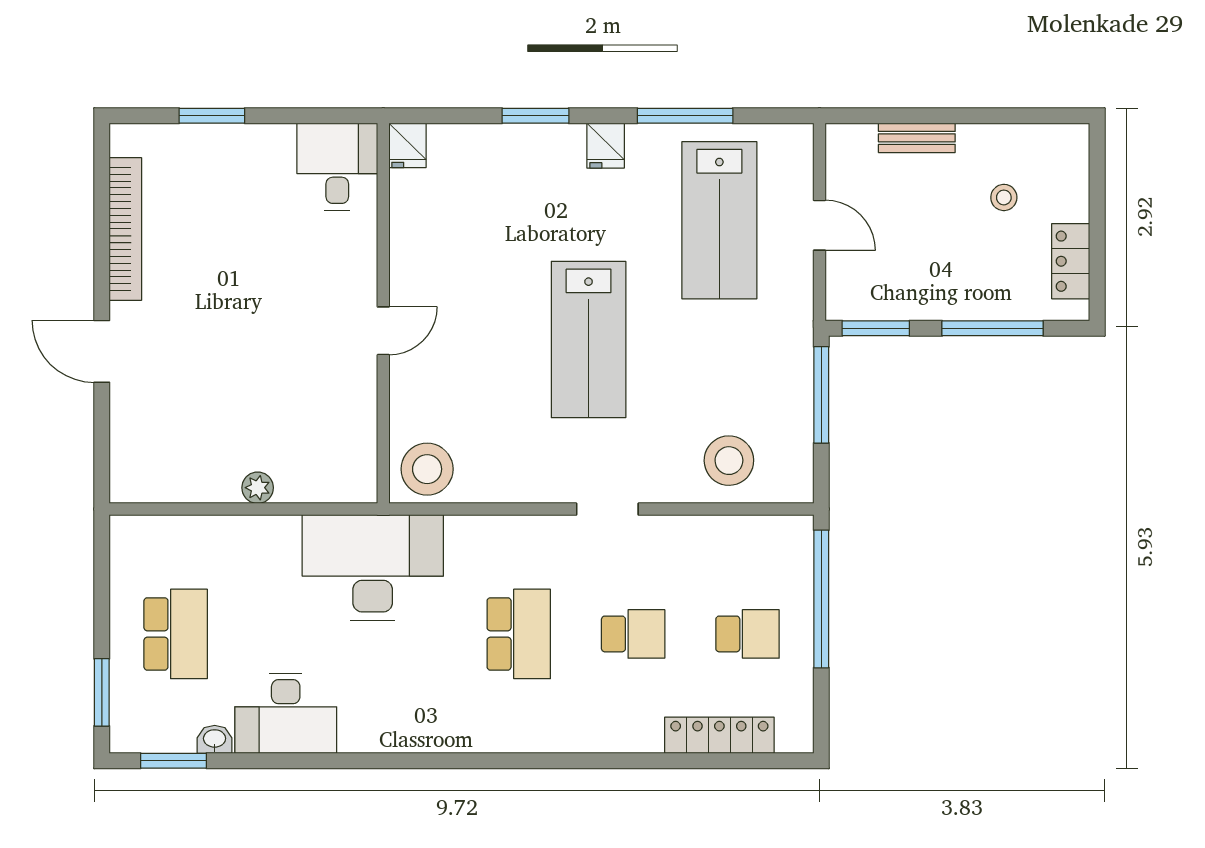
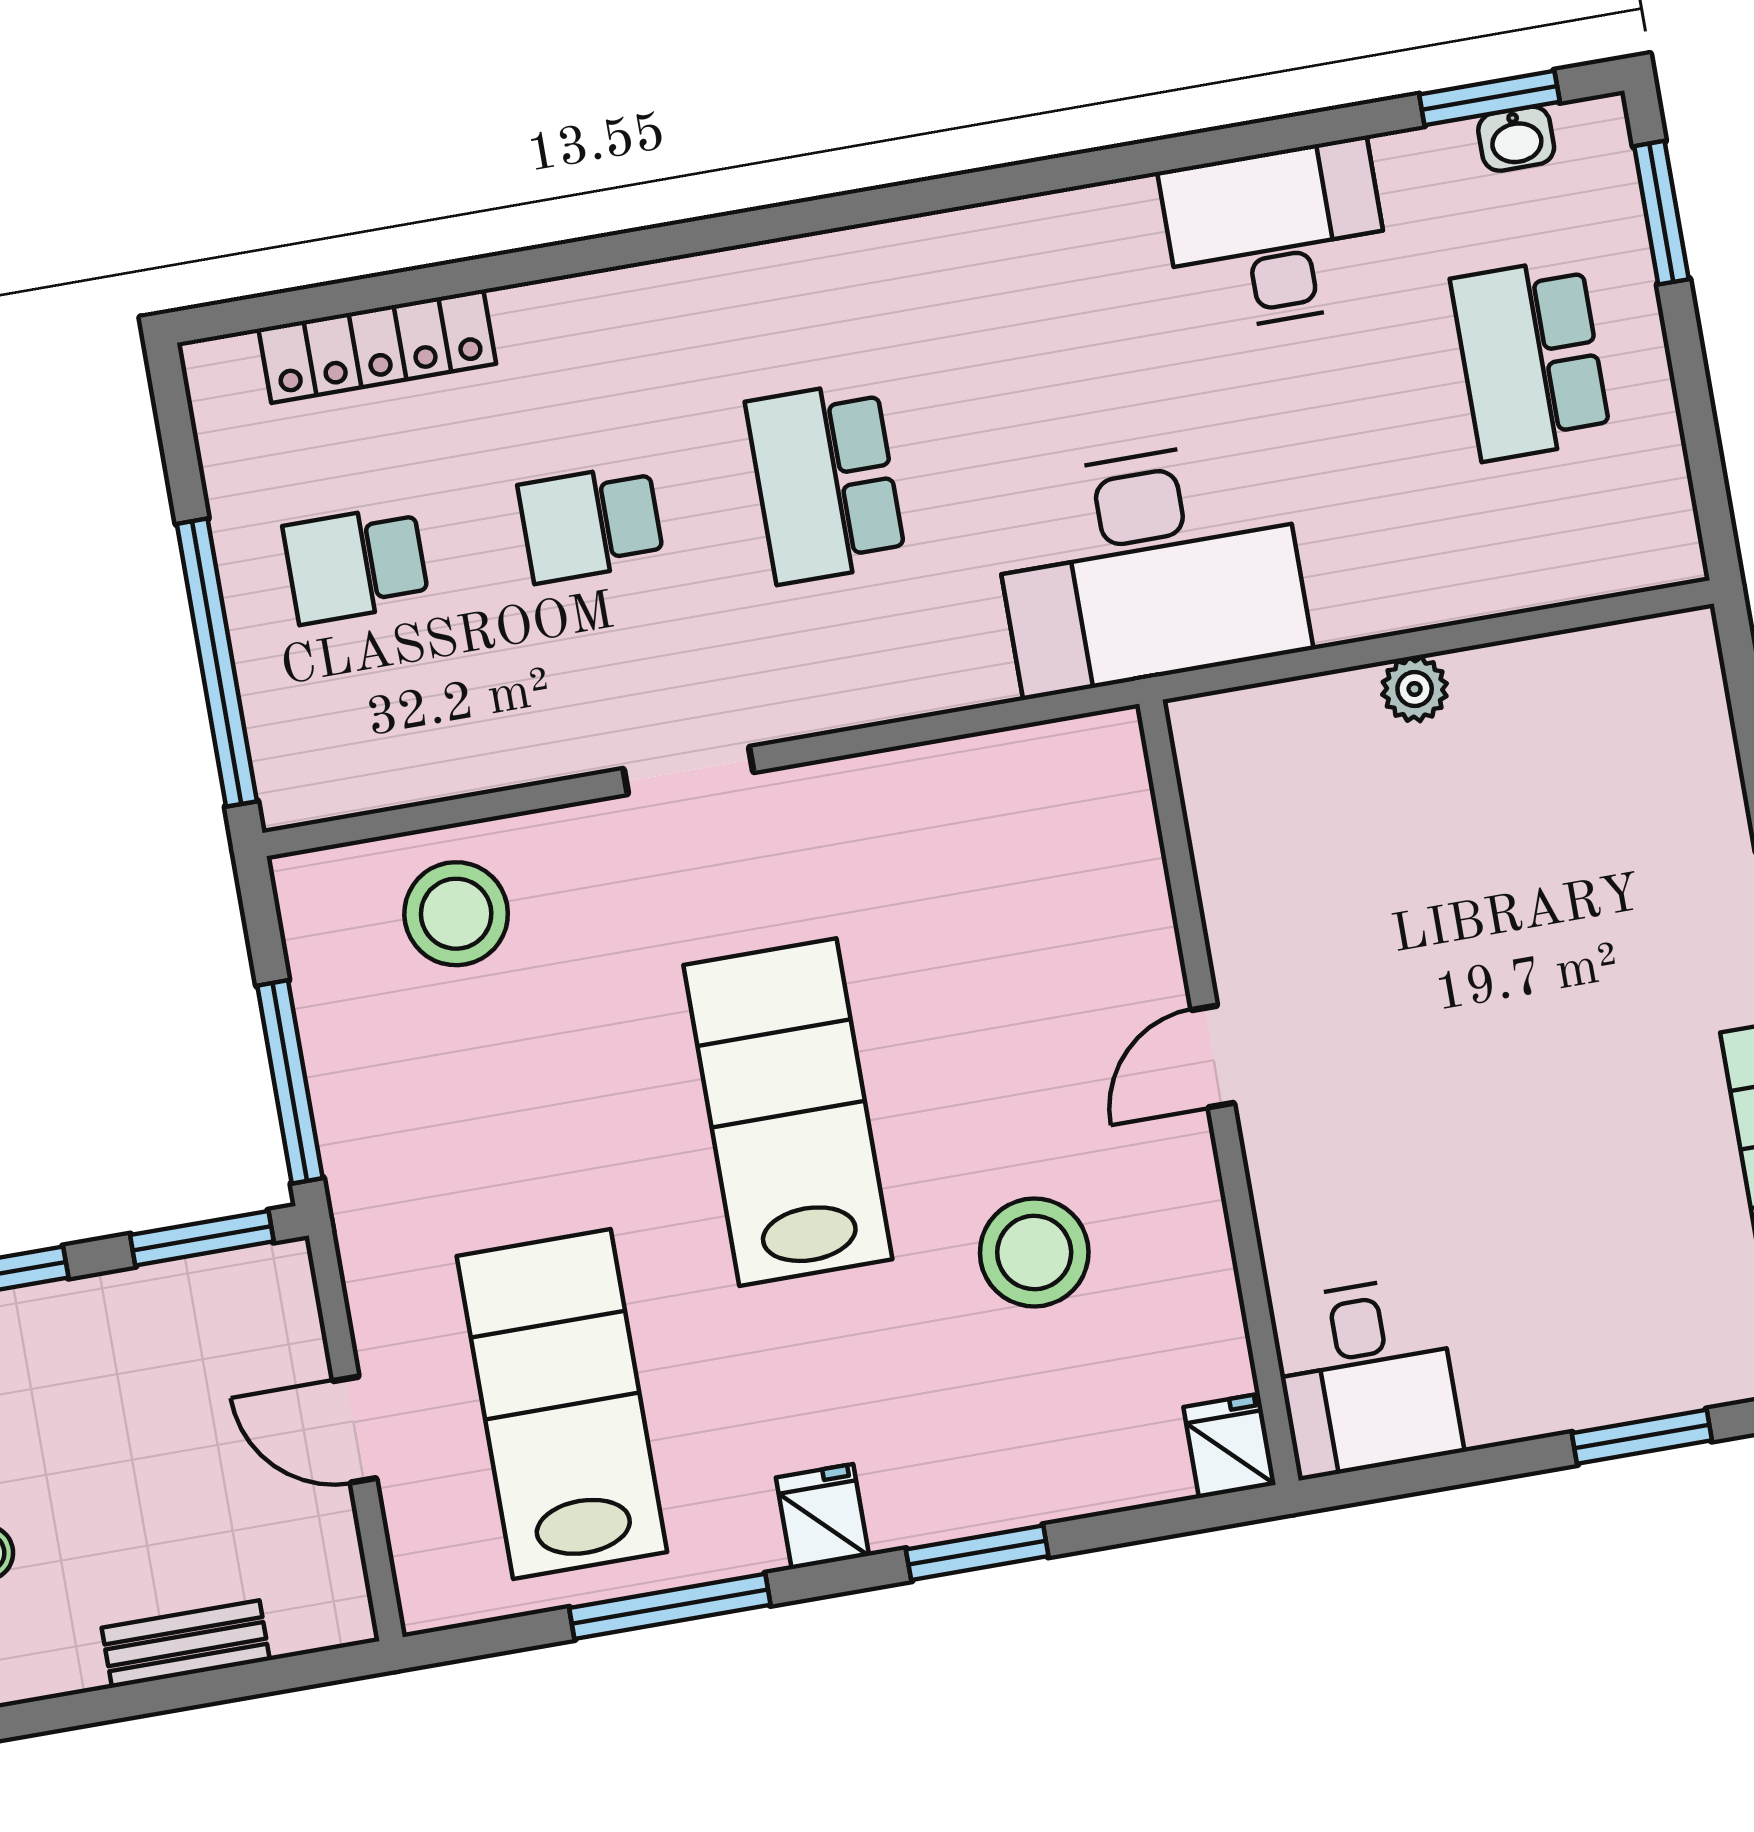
stool: (427, 469) -> (1034, 1252), moved
washbasin: (215, 739) -> (1516, 139), moved

